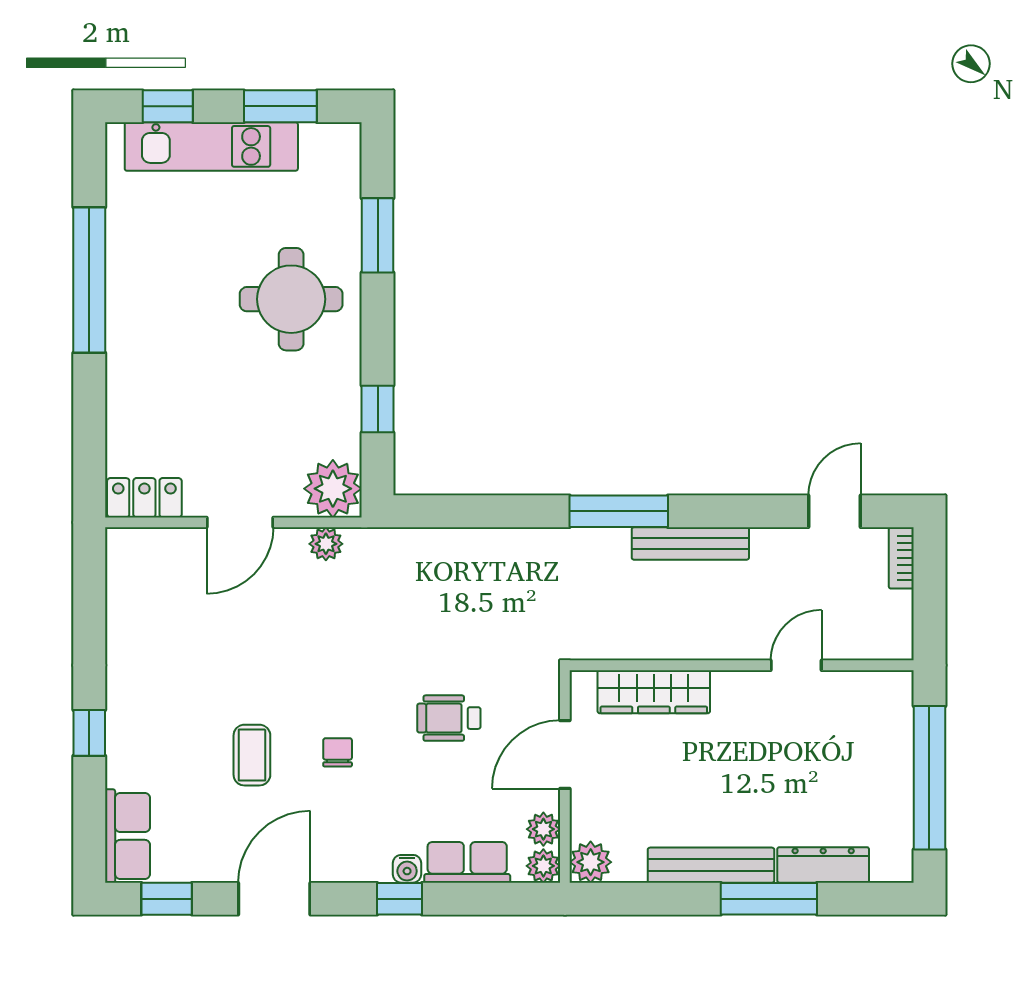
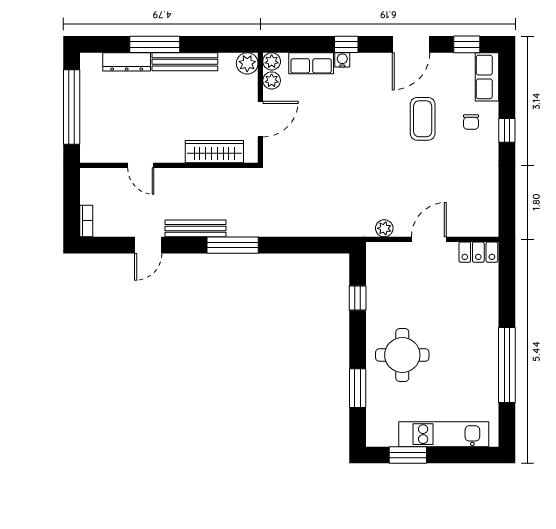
window: (168, 106) -> (466, 455), removed
plant: (333, 489) -> (381, 257), removed
door: (835, 511) -> (148, 245), moved
door: (796, 665) -> (141, 165), hinge flipped
wheelchair: (449, 718) -> (321, 138), removed
chair: (338, 752) -> (471, 122), moved
coffee table: (252, 755) -> (423, 119), width x1.36, depth x1.30

